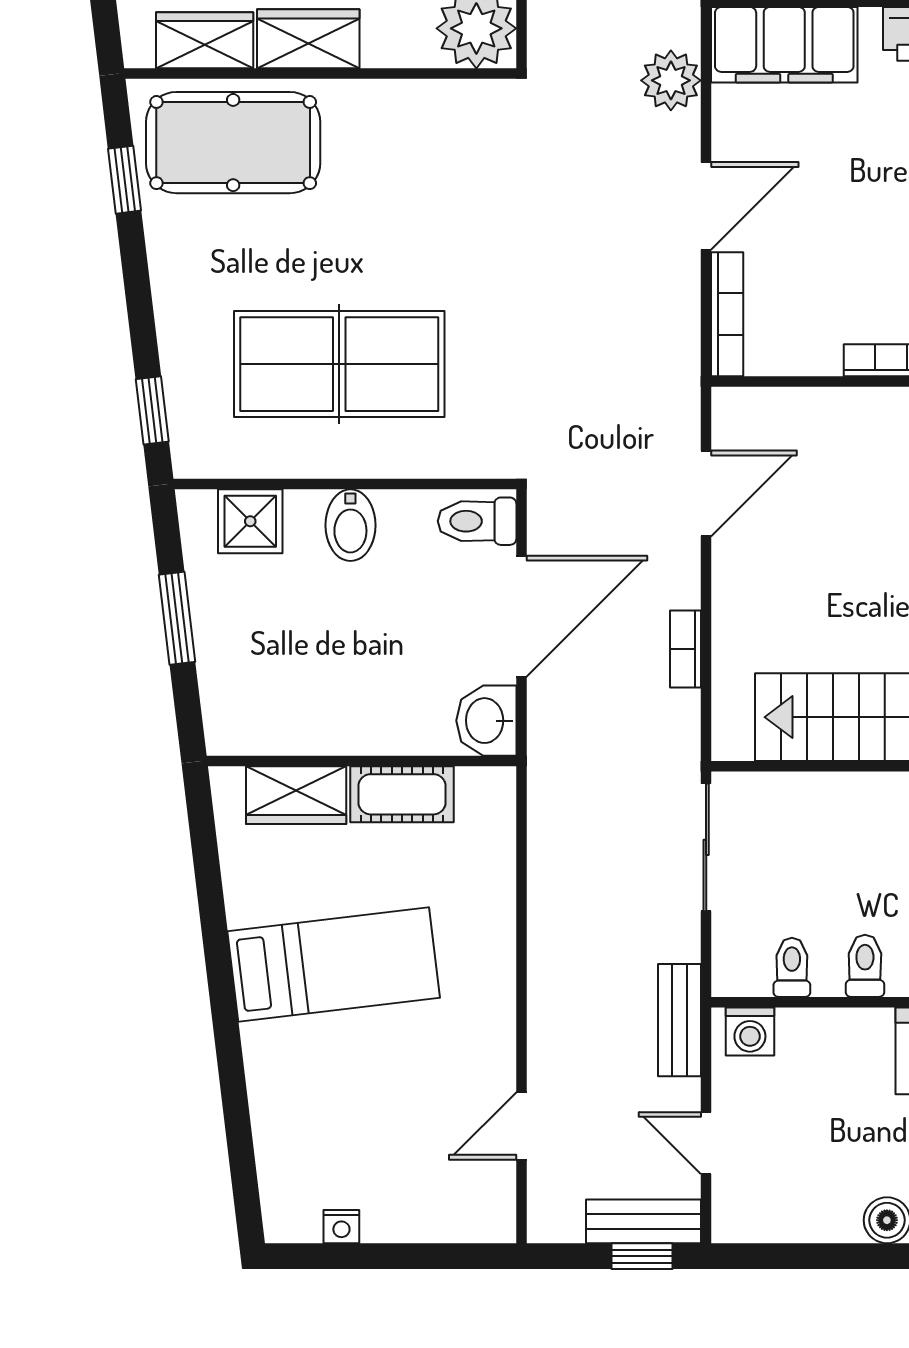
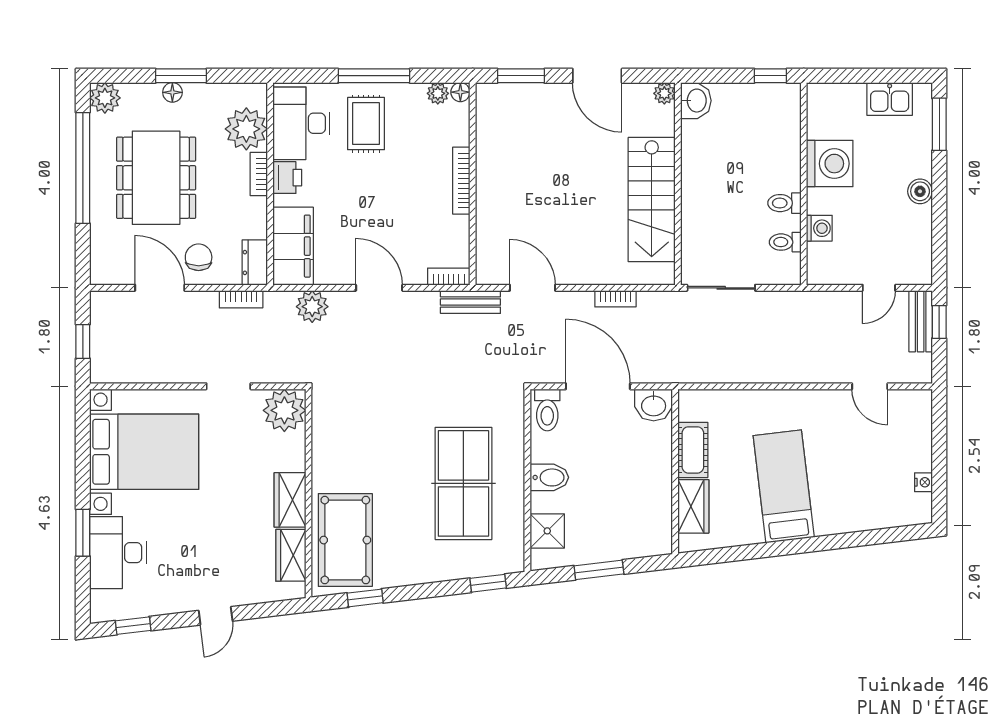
bookcase: (727, 314) -> (449, 277), width x0.64
bench: (679, 1020) -> (470, 302), moved
washing machine: (750, 1031) -> (819, 228), moved

